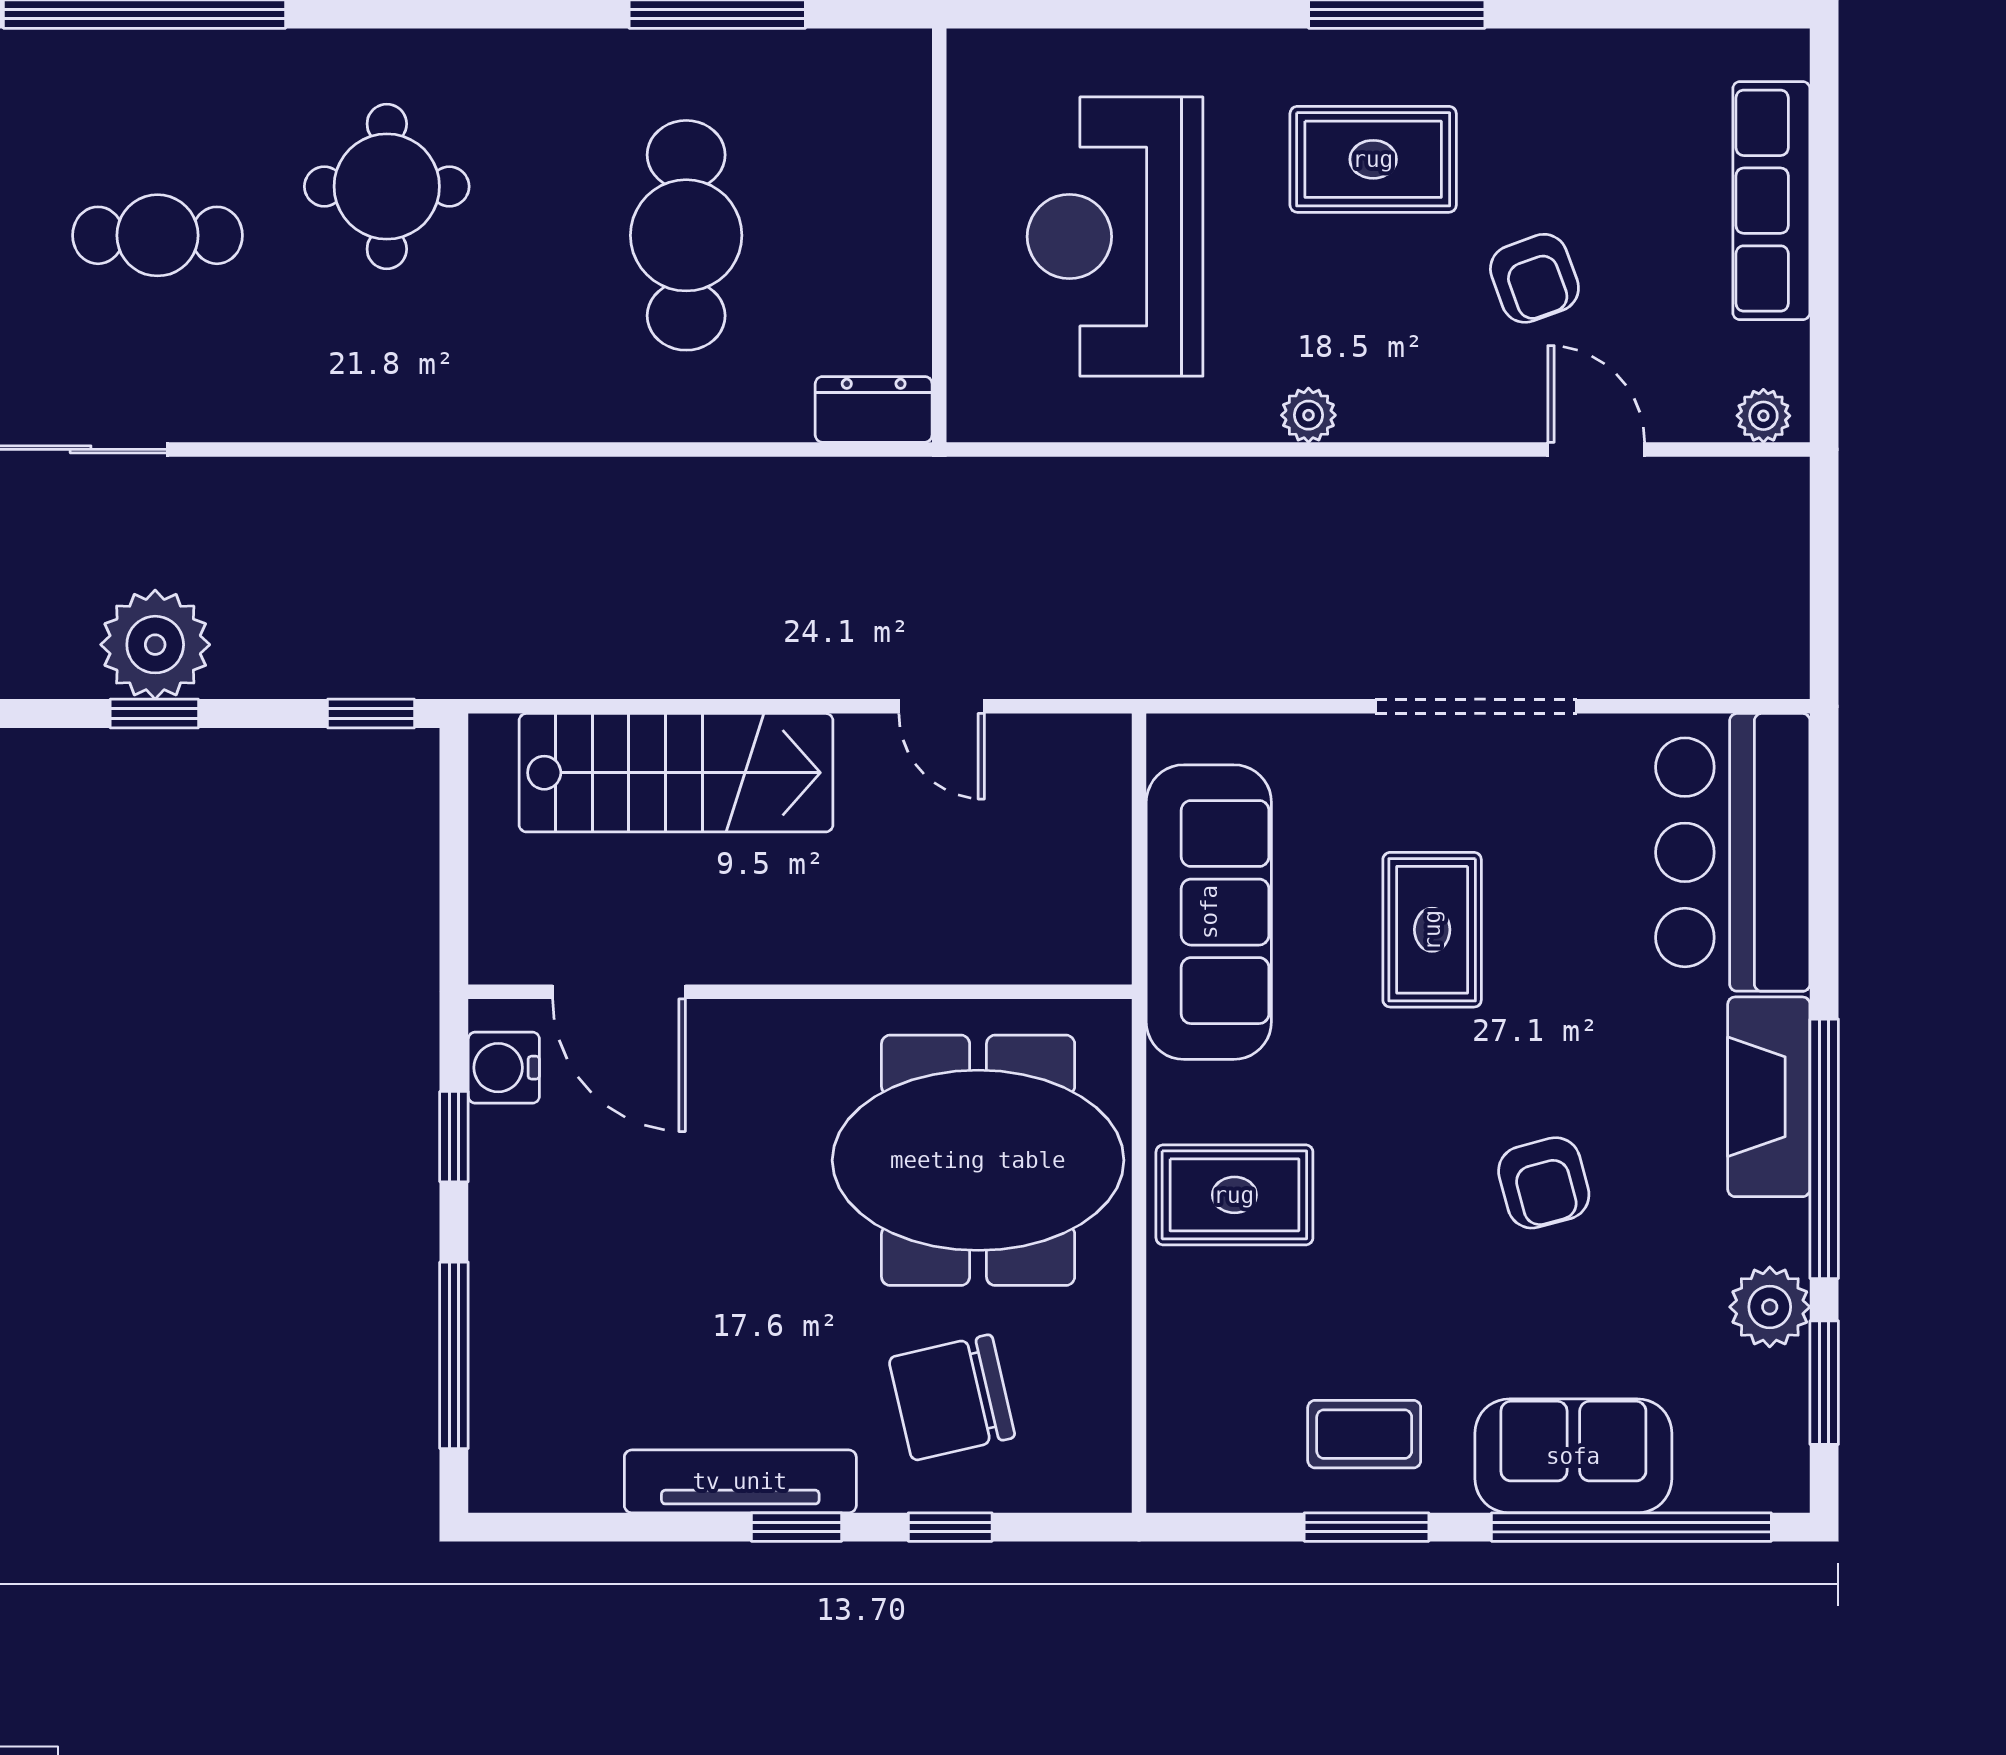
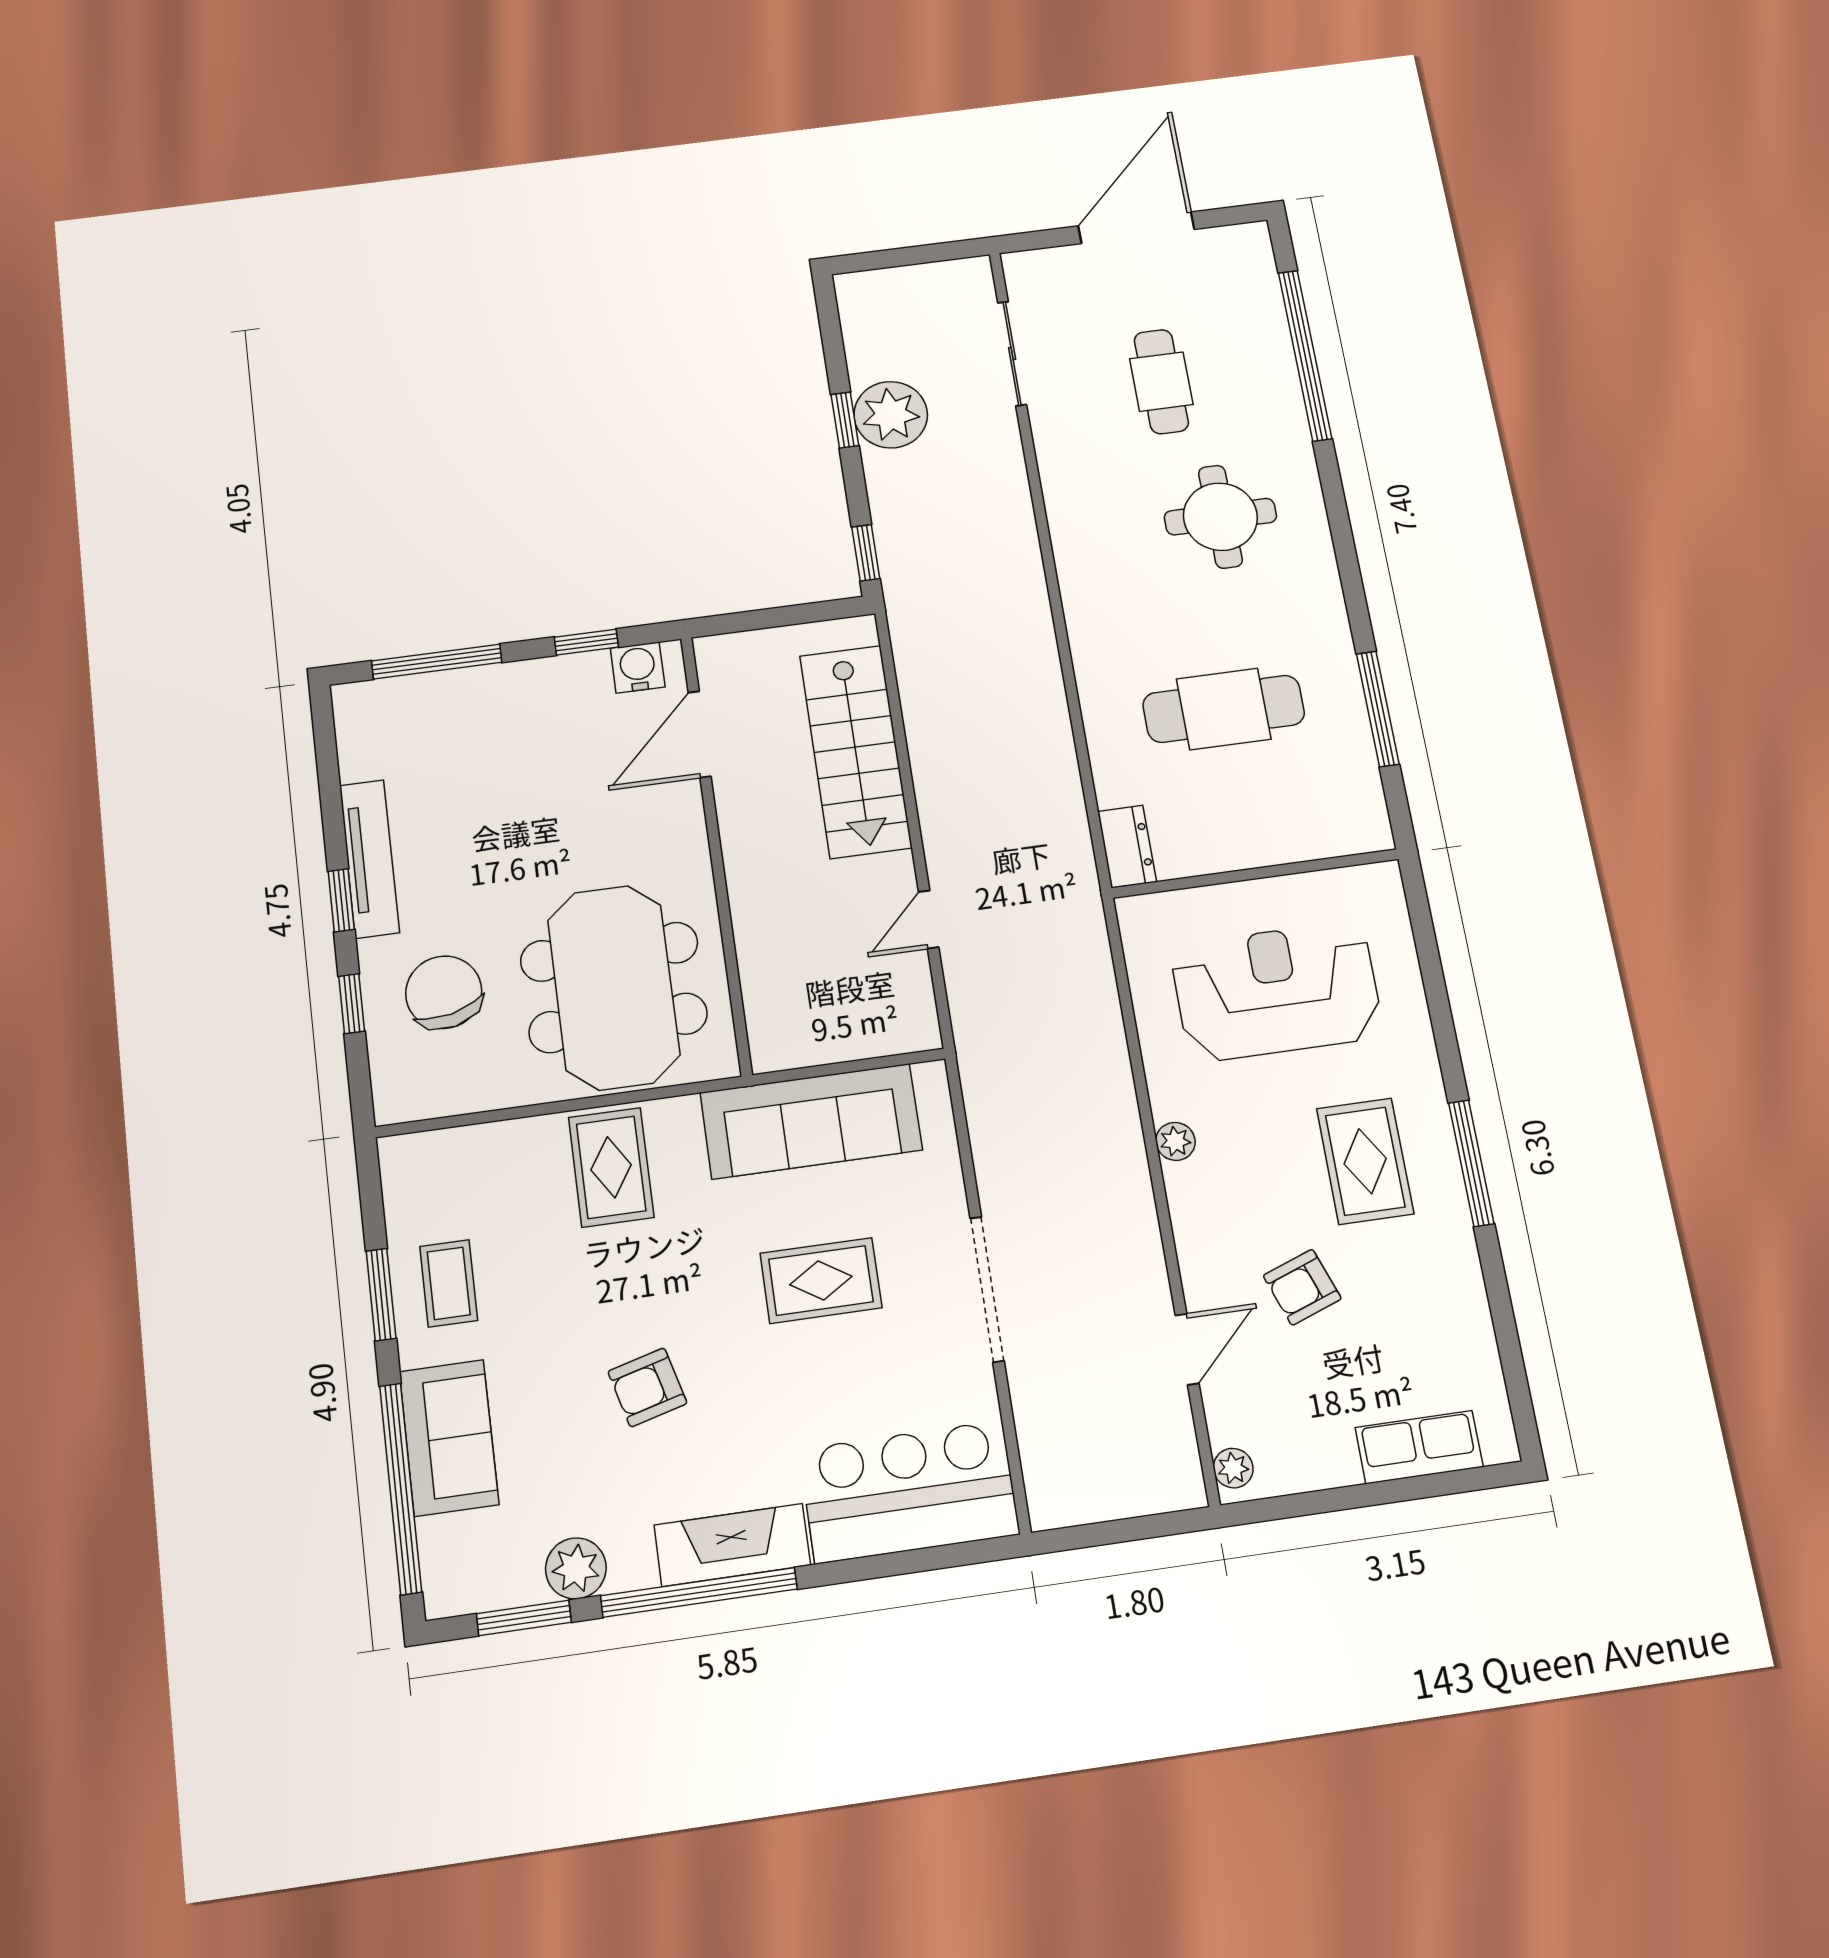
row of seats: (1771, 201) -> (1419, 1447), width x0.68

